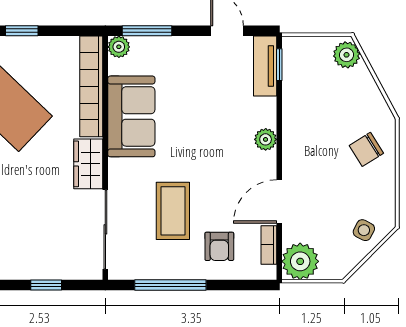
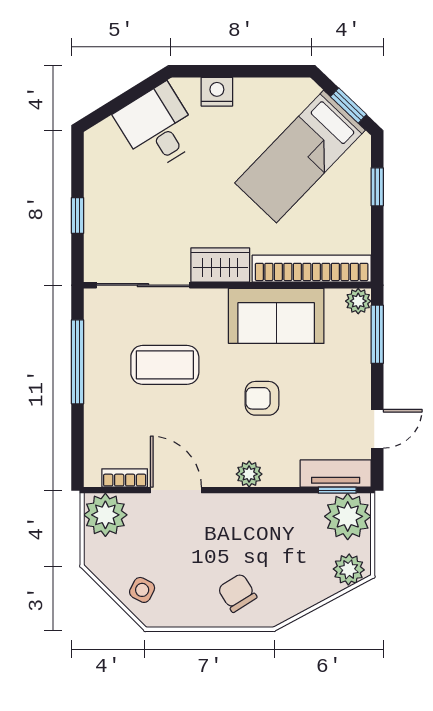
plant: (302, 56) -> (348, 516), added
armchair: (219, 246) -> (262, 398), moved

